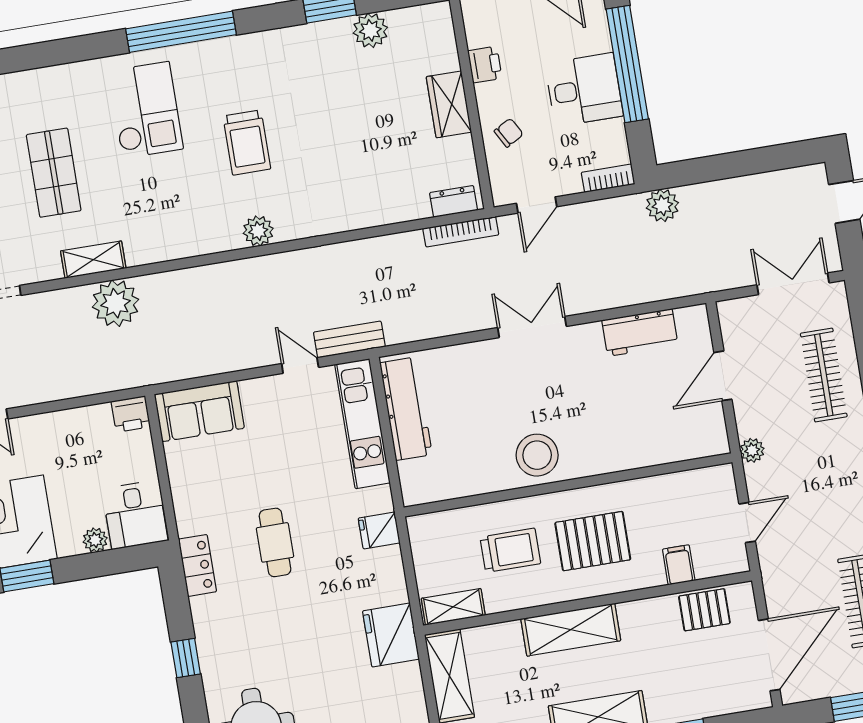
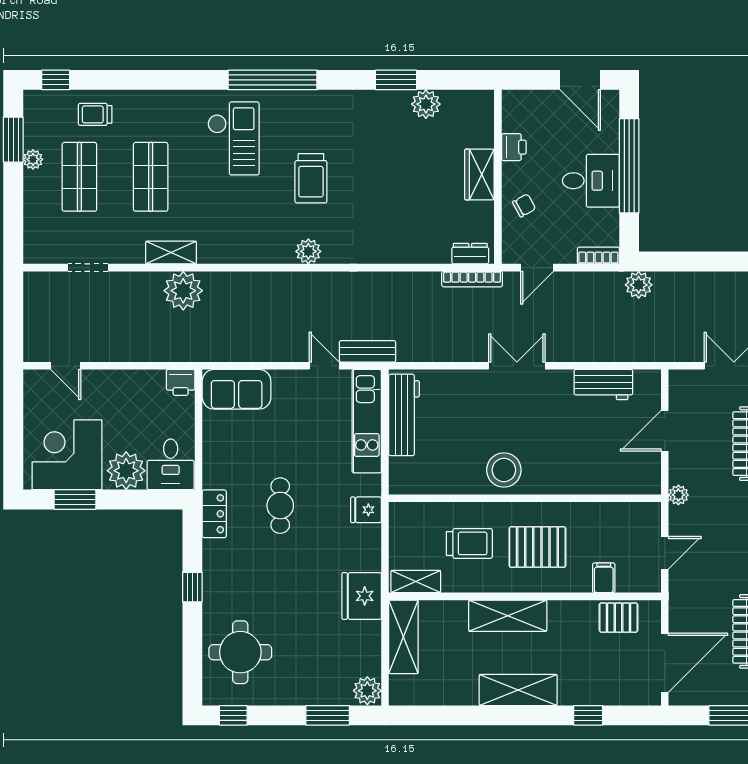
plant: (95, 540) -> (126, 471), width x1.88, depth x1.88

